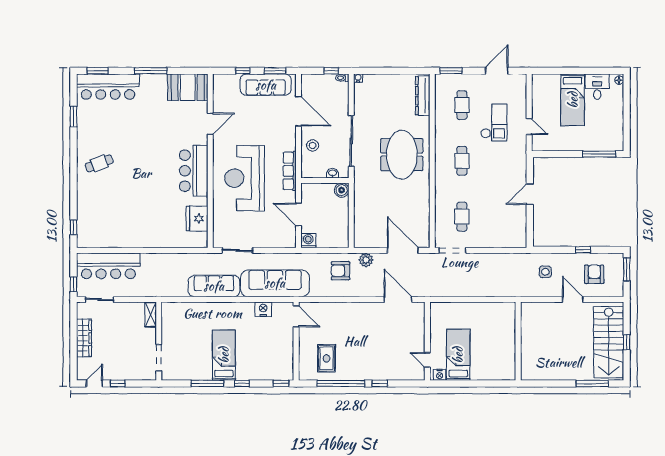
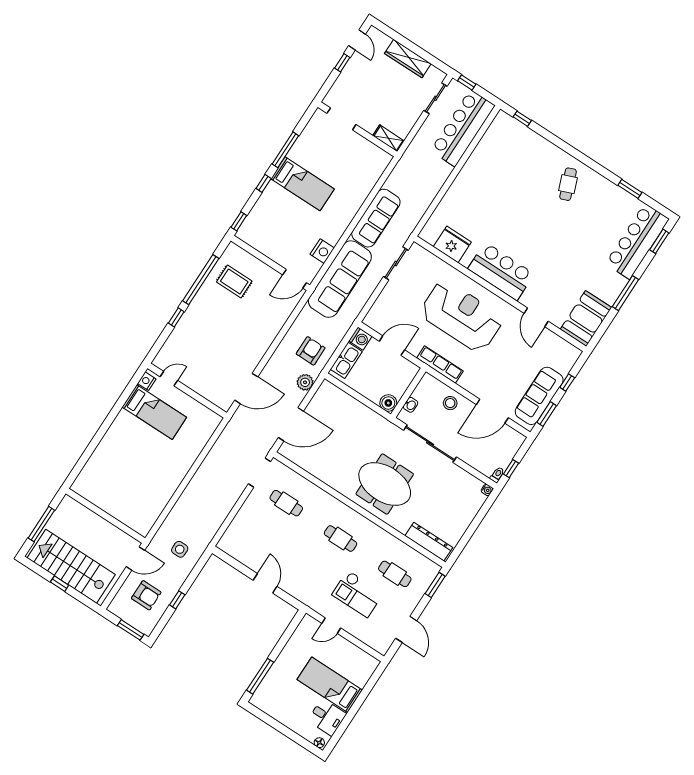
kitchen sink: (331, 241) -> (346, 360), added
wall: (518, 341) -> (105, 516), moved

